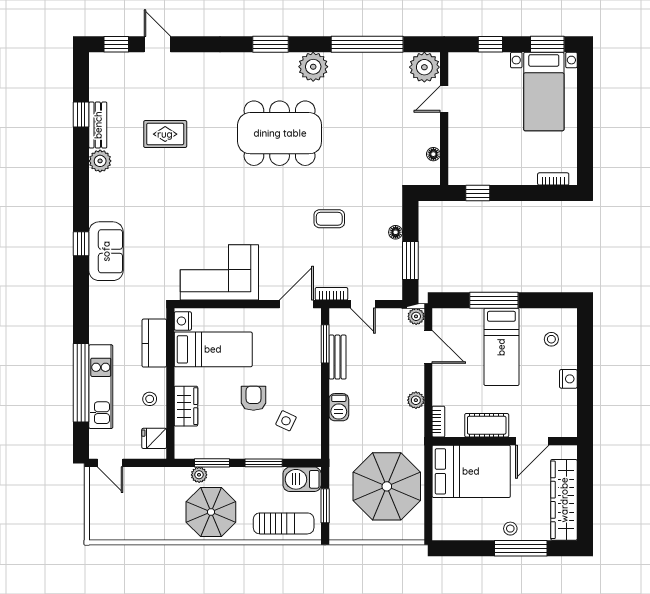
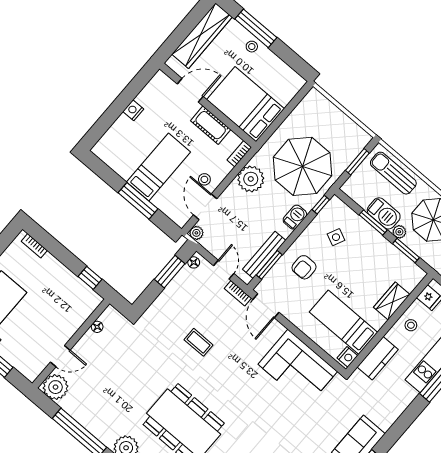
floor lamp: (396, 232) -> (194, 262), moved
door: (296, 304) -> (266, 306), hinge flipped
stool: (551, 339) -> (204, 179), moved
bench: (337, 357) -> (264, 255), width x1.36
armchair: (253, 398) -> (304, 267), moved
plant: (416, 400) -> (251, 179), width x1.87, depth x1.87
window: (325, 439) -> (321, 205), added
plant: (199, 475) -> (399, 232), moved
barbecue: (302, 479) -> (384, 213), moved
parasol: (387, 486) -> (302, 166), moved

